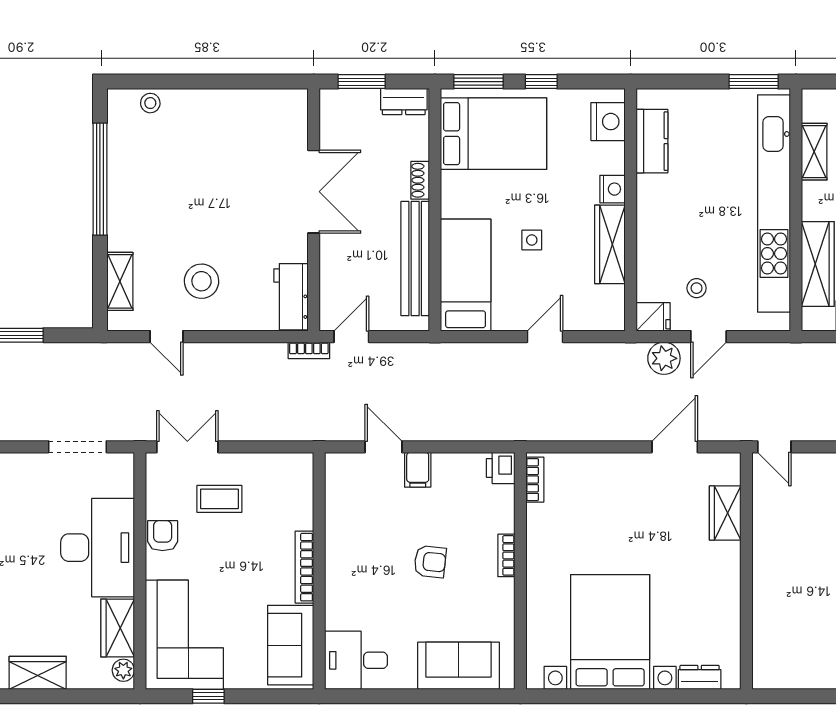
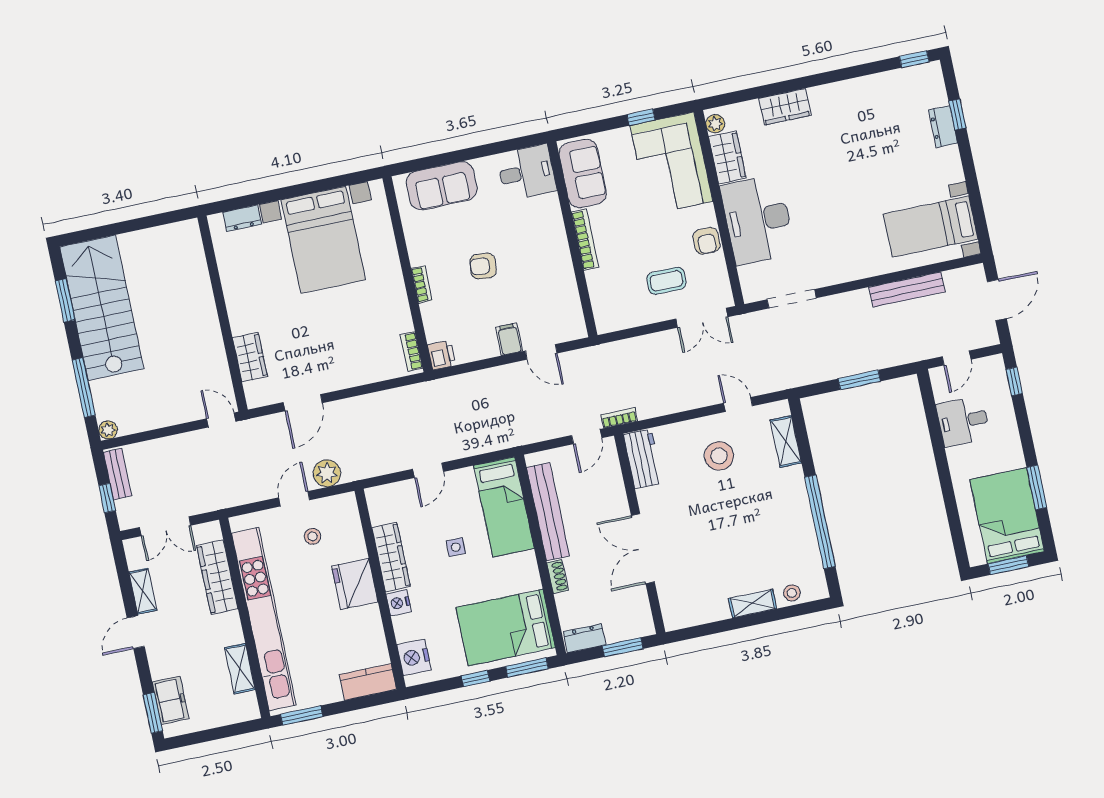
shelving: (199, 101) -> (753, 603), added
kitchen counter: (652, 141) -> (368, 682), moved, turned 90
fridge: (653, 317) -> (355, 584), moved, width x1.88, depth x1.34

